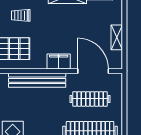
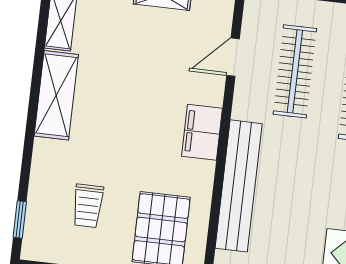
door: (93, 71) -> (233, 57), width x0.53

